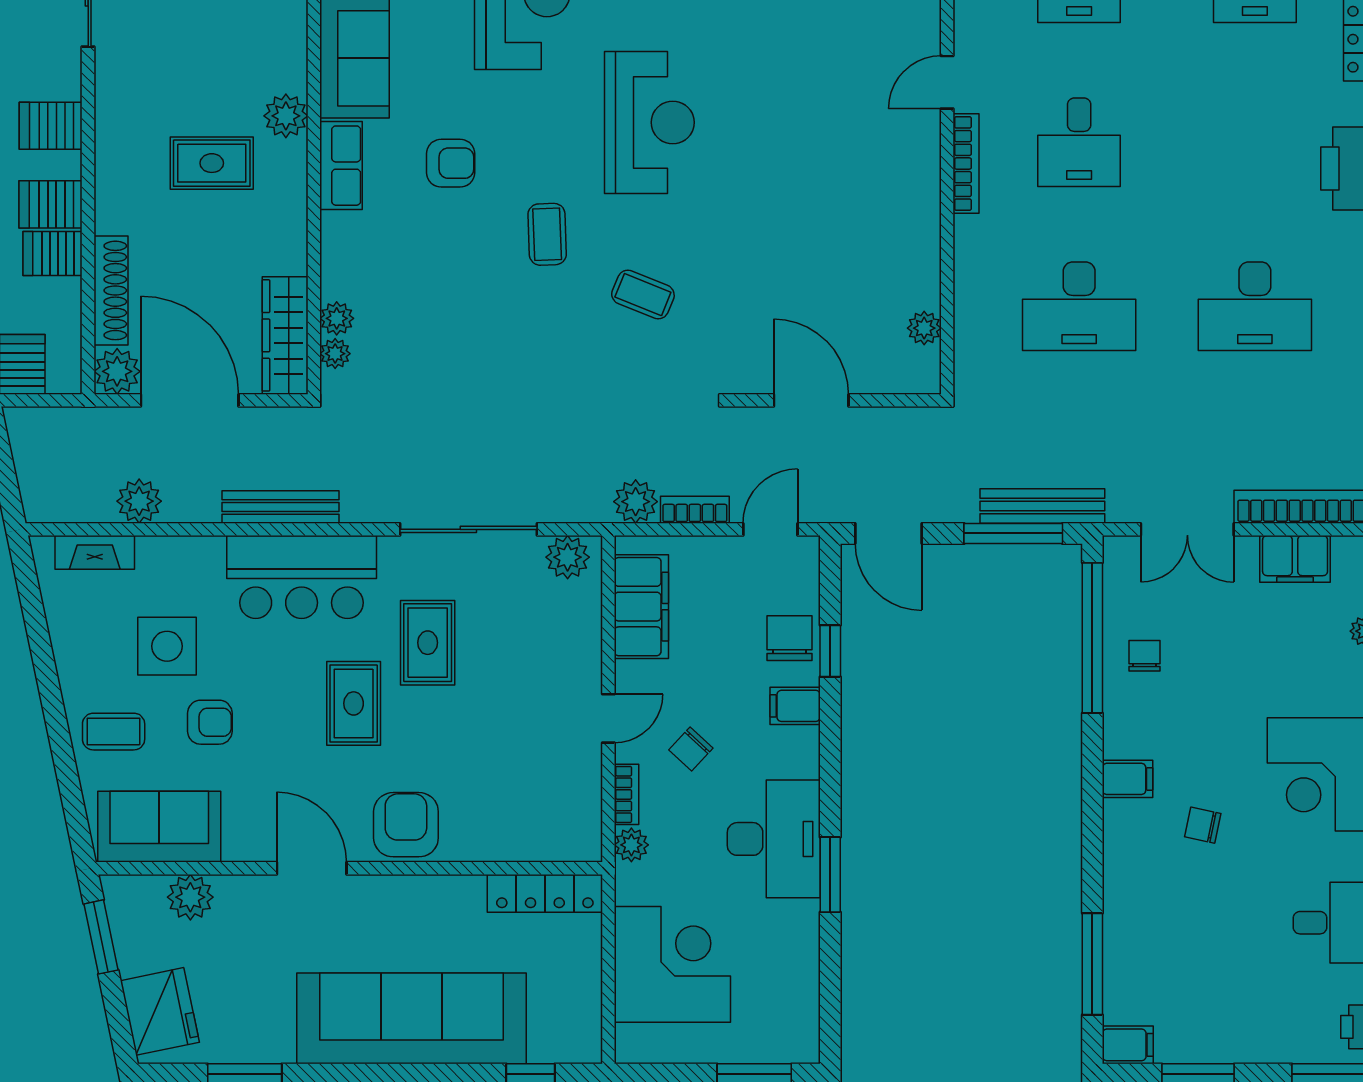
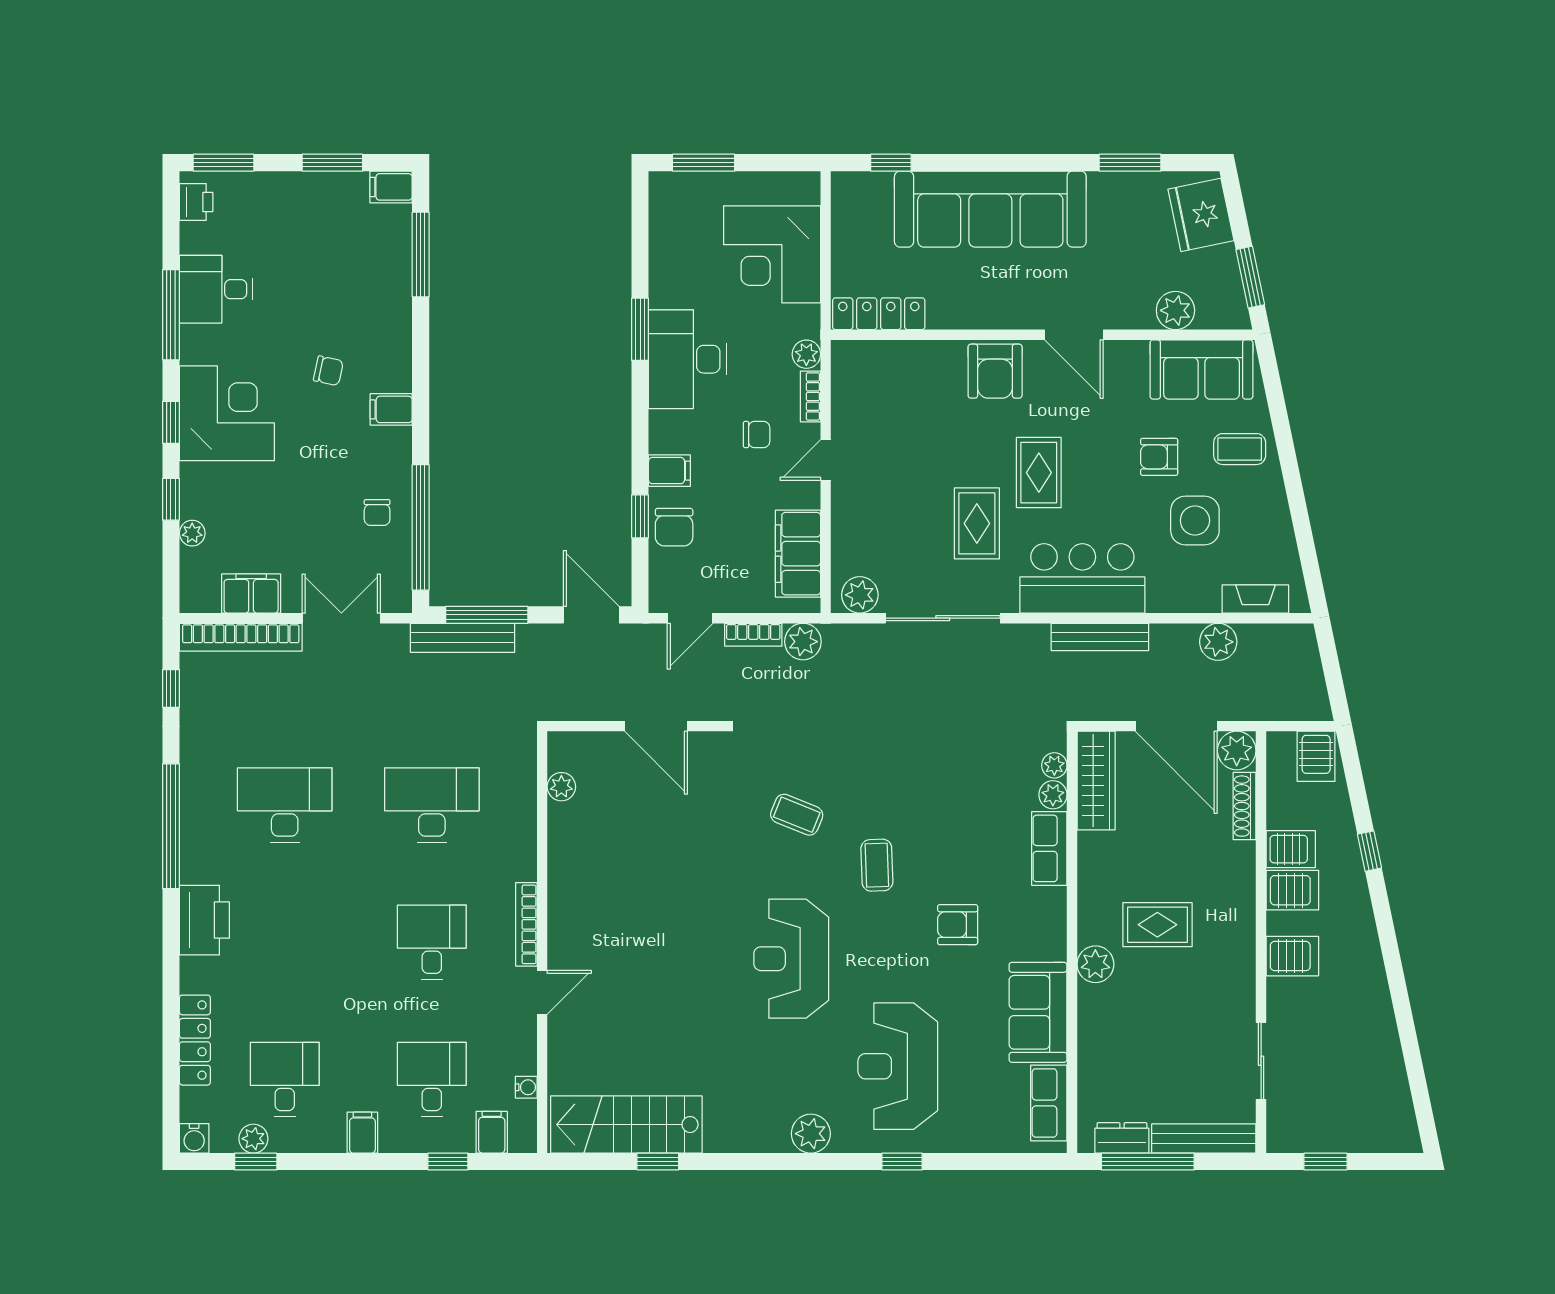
row of seats: (341, 166) -> (1049, 848), moved
shoe rack: (111, 290) -> (1245, 806), width x0.74, depth x0.81
chair: (691, 749) -> (757, 434), turned 47

